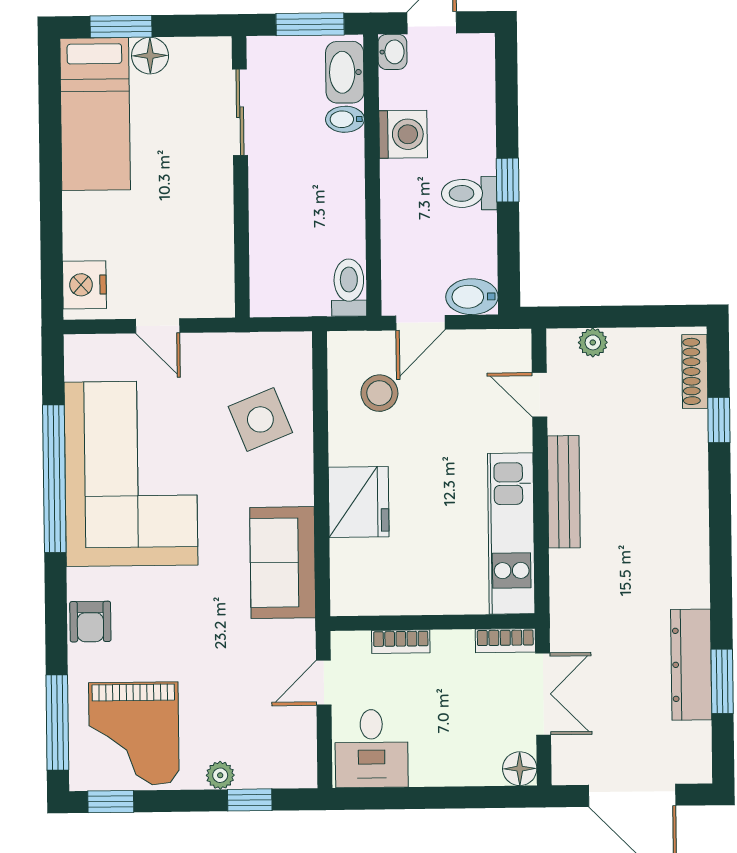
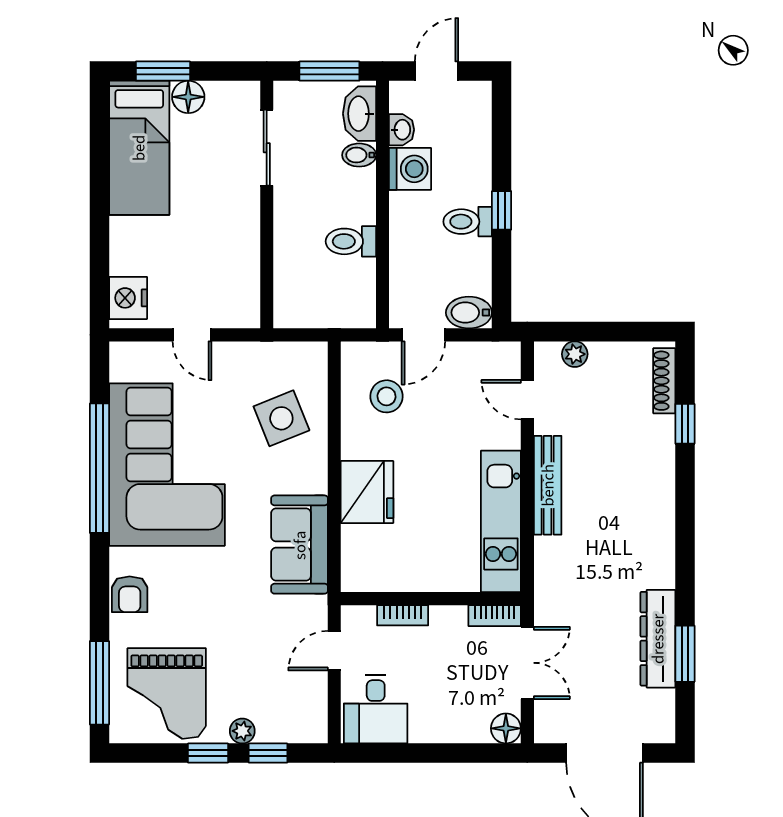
washbasin: (392, 52) -> (402, 130), moved
toilet: (349, 288) -> (351, 241), moved, turned -90
window: (111, 802) -> (208, 753), moved

